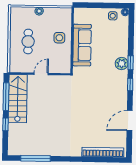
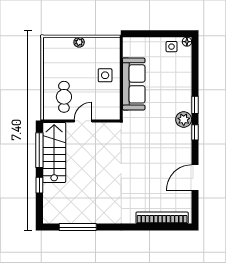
cafe table: (28, 41) -> (64, 97), moved
plant: (122, 64) -> (184, 119), moved

